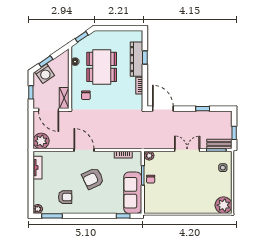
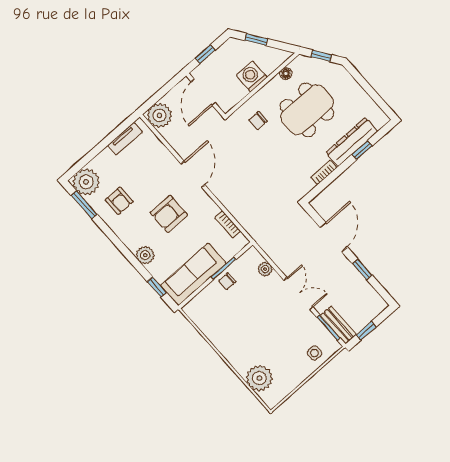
washing machine: (45, 74) -> (252, 76), moved, turned 125
shelving: (64, 98) -> (233, 98), removed
door: (163, 109) -> (334, 237), moved
plant: (149, 156) -> (265, 269), moved
armchair: (93, 179) -> (169, 214), turned -65
plant: (224, 205) -> (259, 378), moved
plant: (103, 208) -> (145, 255), added
plant: (38, 209) -> (86, 182), width x1.88, depth x1.88

